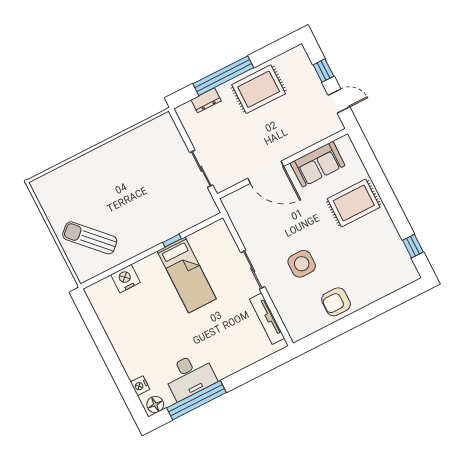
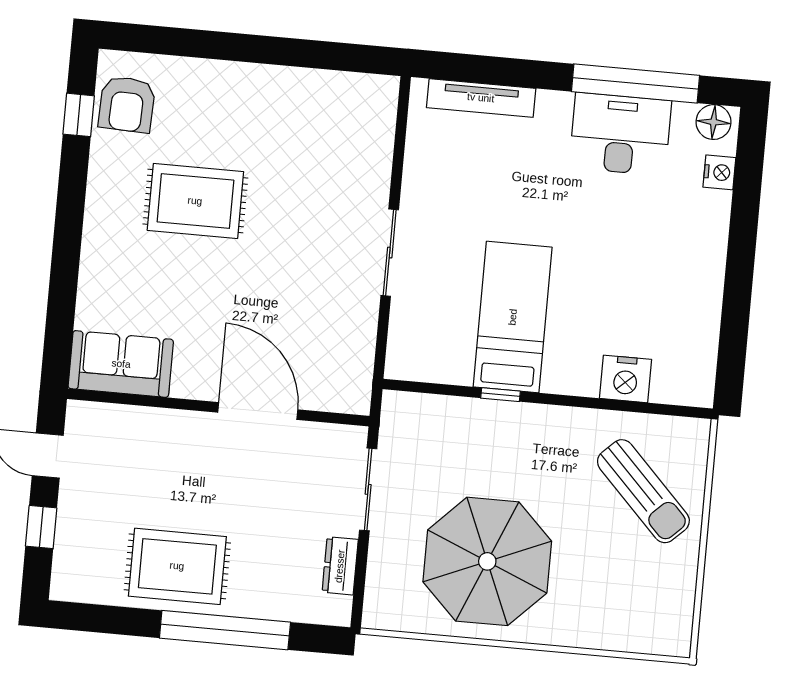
dresser: (206, 100) -> (340, 566), moved, turned -90
sofa: (318, 164) -> (121, 364), moved
parasol: (135, 170) -> (487, 561), added
rug: (354, 203) -> (195, 201), moved
side table: (302, 264) -> (296, 208), removed
armchair: (336, 302) -> (127, 104), moved, turned 92
tv unit: (267, 319) -> (481, 98), moved, turned 90

